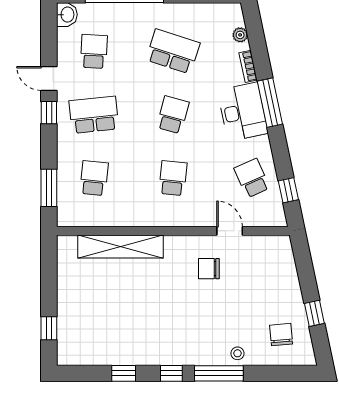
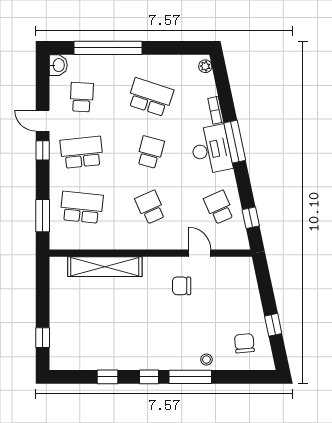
plant: (240, 35) -> (205, 66), moved
school desk: (94, 178) -> (82, 207), width x1.85
school desk: (173, 178) -> (150, 207), turned -30

